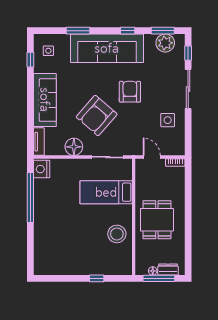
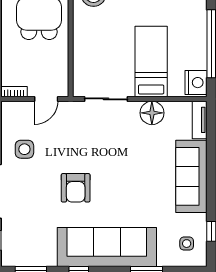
plant: (165, 43) -> (28, 254), removed
armchair: (97, 116) -> (121, 155), removed
door: (152, 157) -> (46, 99), hinge flipped
bed: (106, 192) -> (151, 62), moved, turned -90

